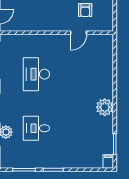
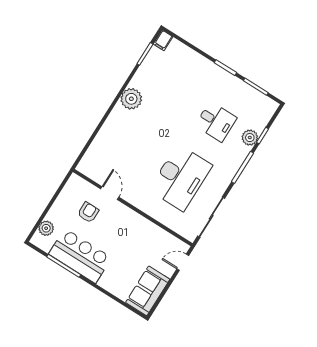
door: (79, 33) -> (110, 193), hinge flipped
desk: (36, 74) -> (181, 178), width x1.36, depth x1.30

